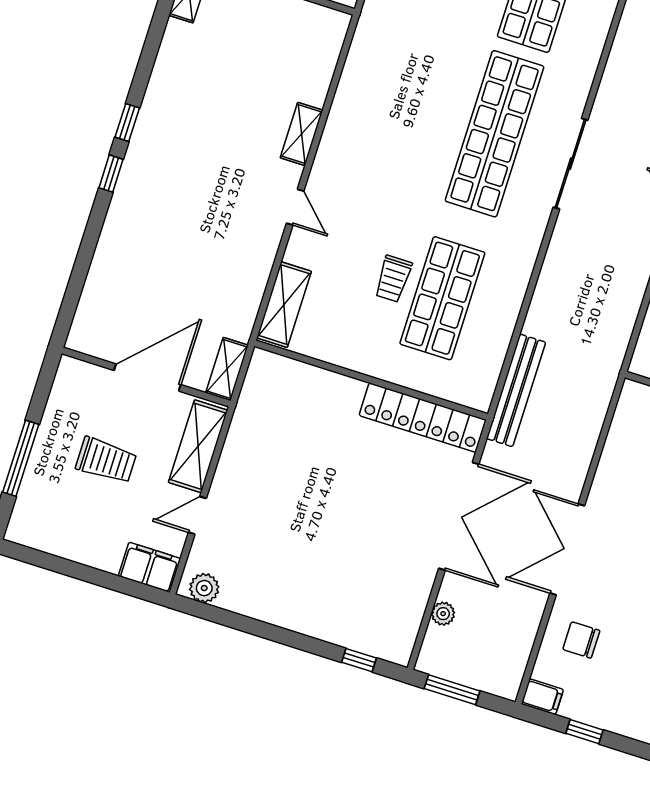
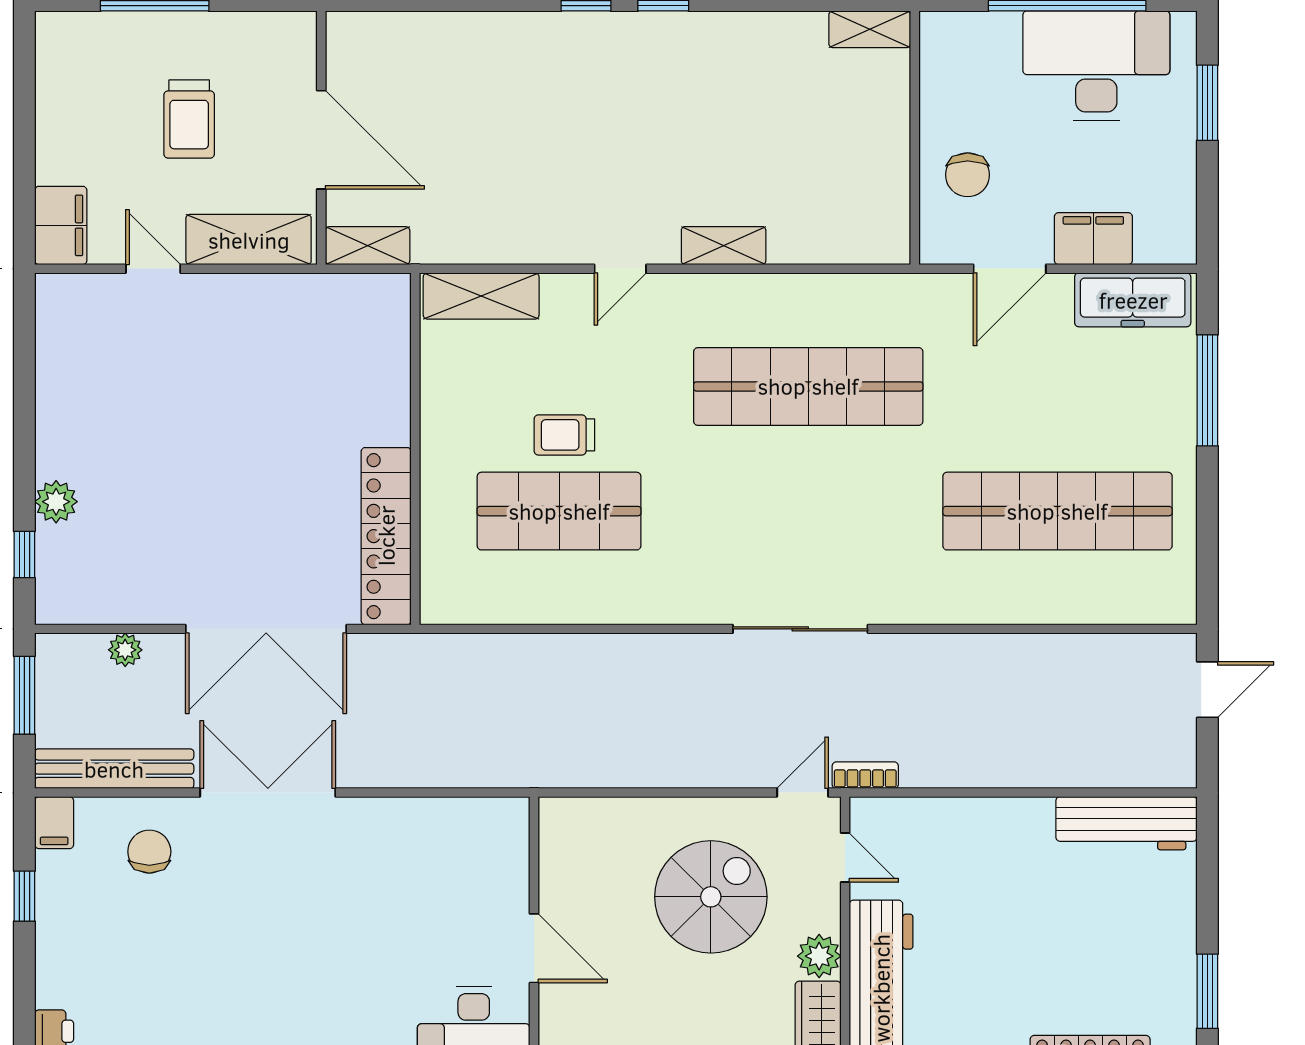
shop shelf: (495, 134) -> (808, 386), moved
bench: (516, 390) -> (114, 769), moved
plant: (204, 588) -> (56, 502), moved

